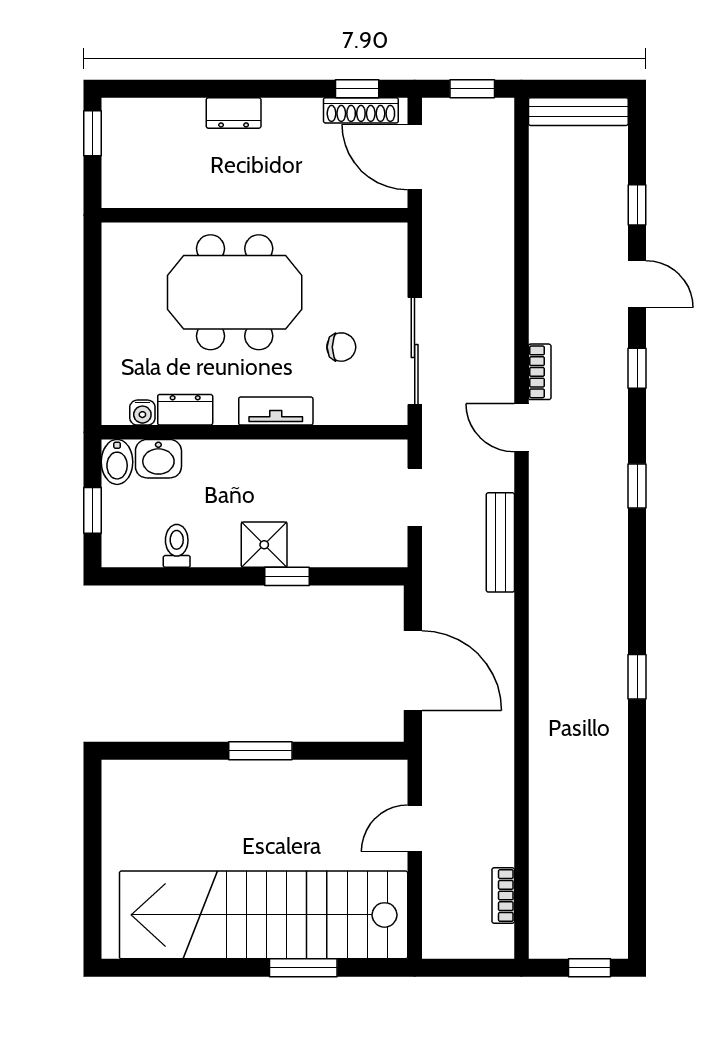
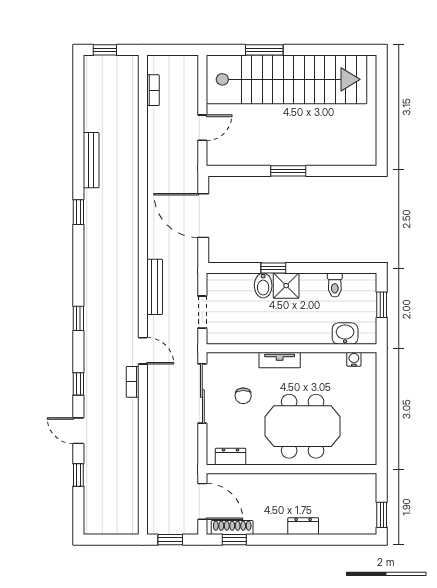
bench: (578, 112) -> (91, 160), moved, turned 90
chair: (341, 347) -> (243, 396), turned -90
dresser: (185, 410) -> (231, 457), moved, turned 180
bidet: (117, 462) -> (263, 286), moved, turned 180

